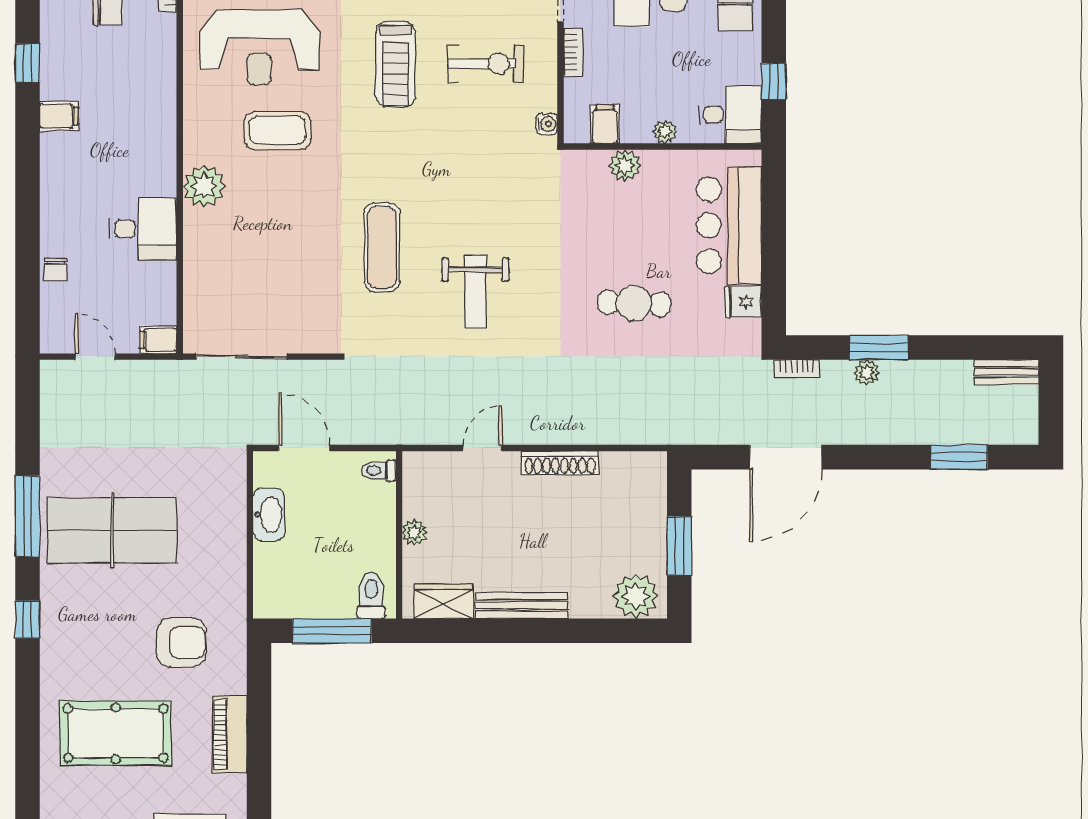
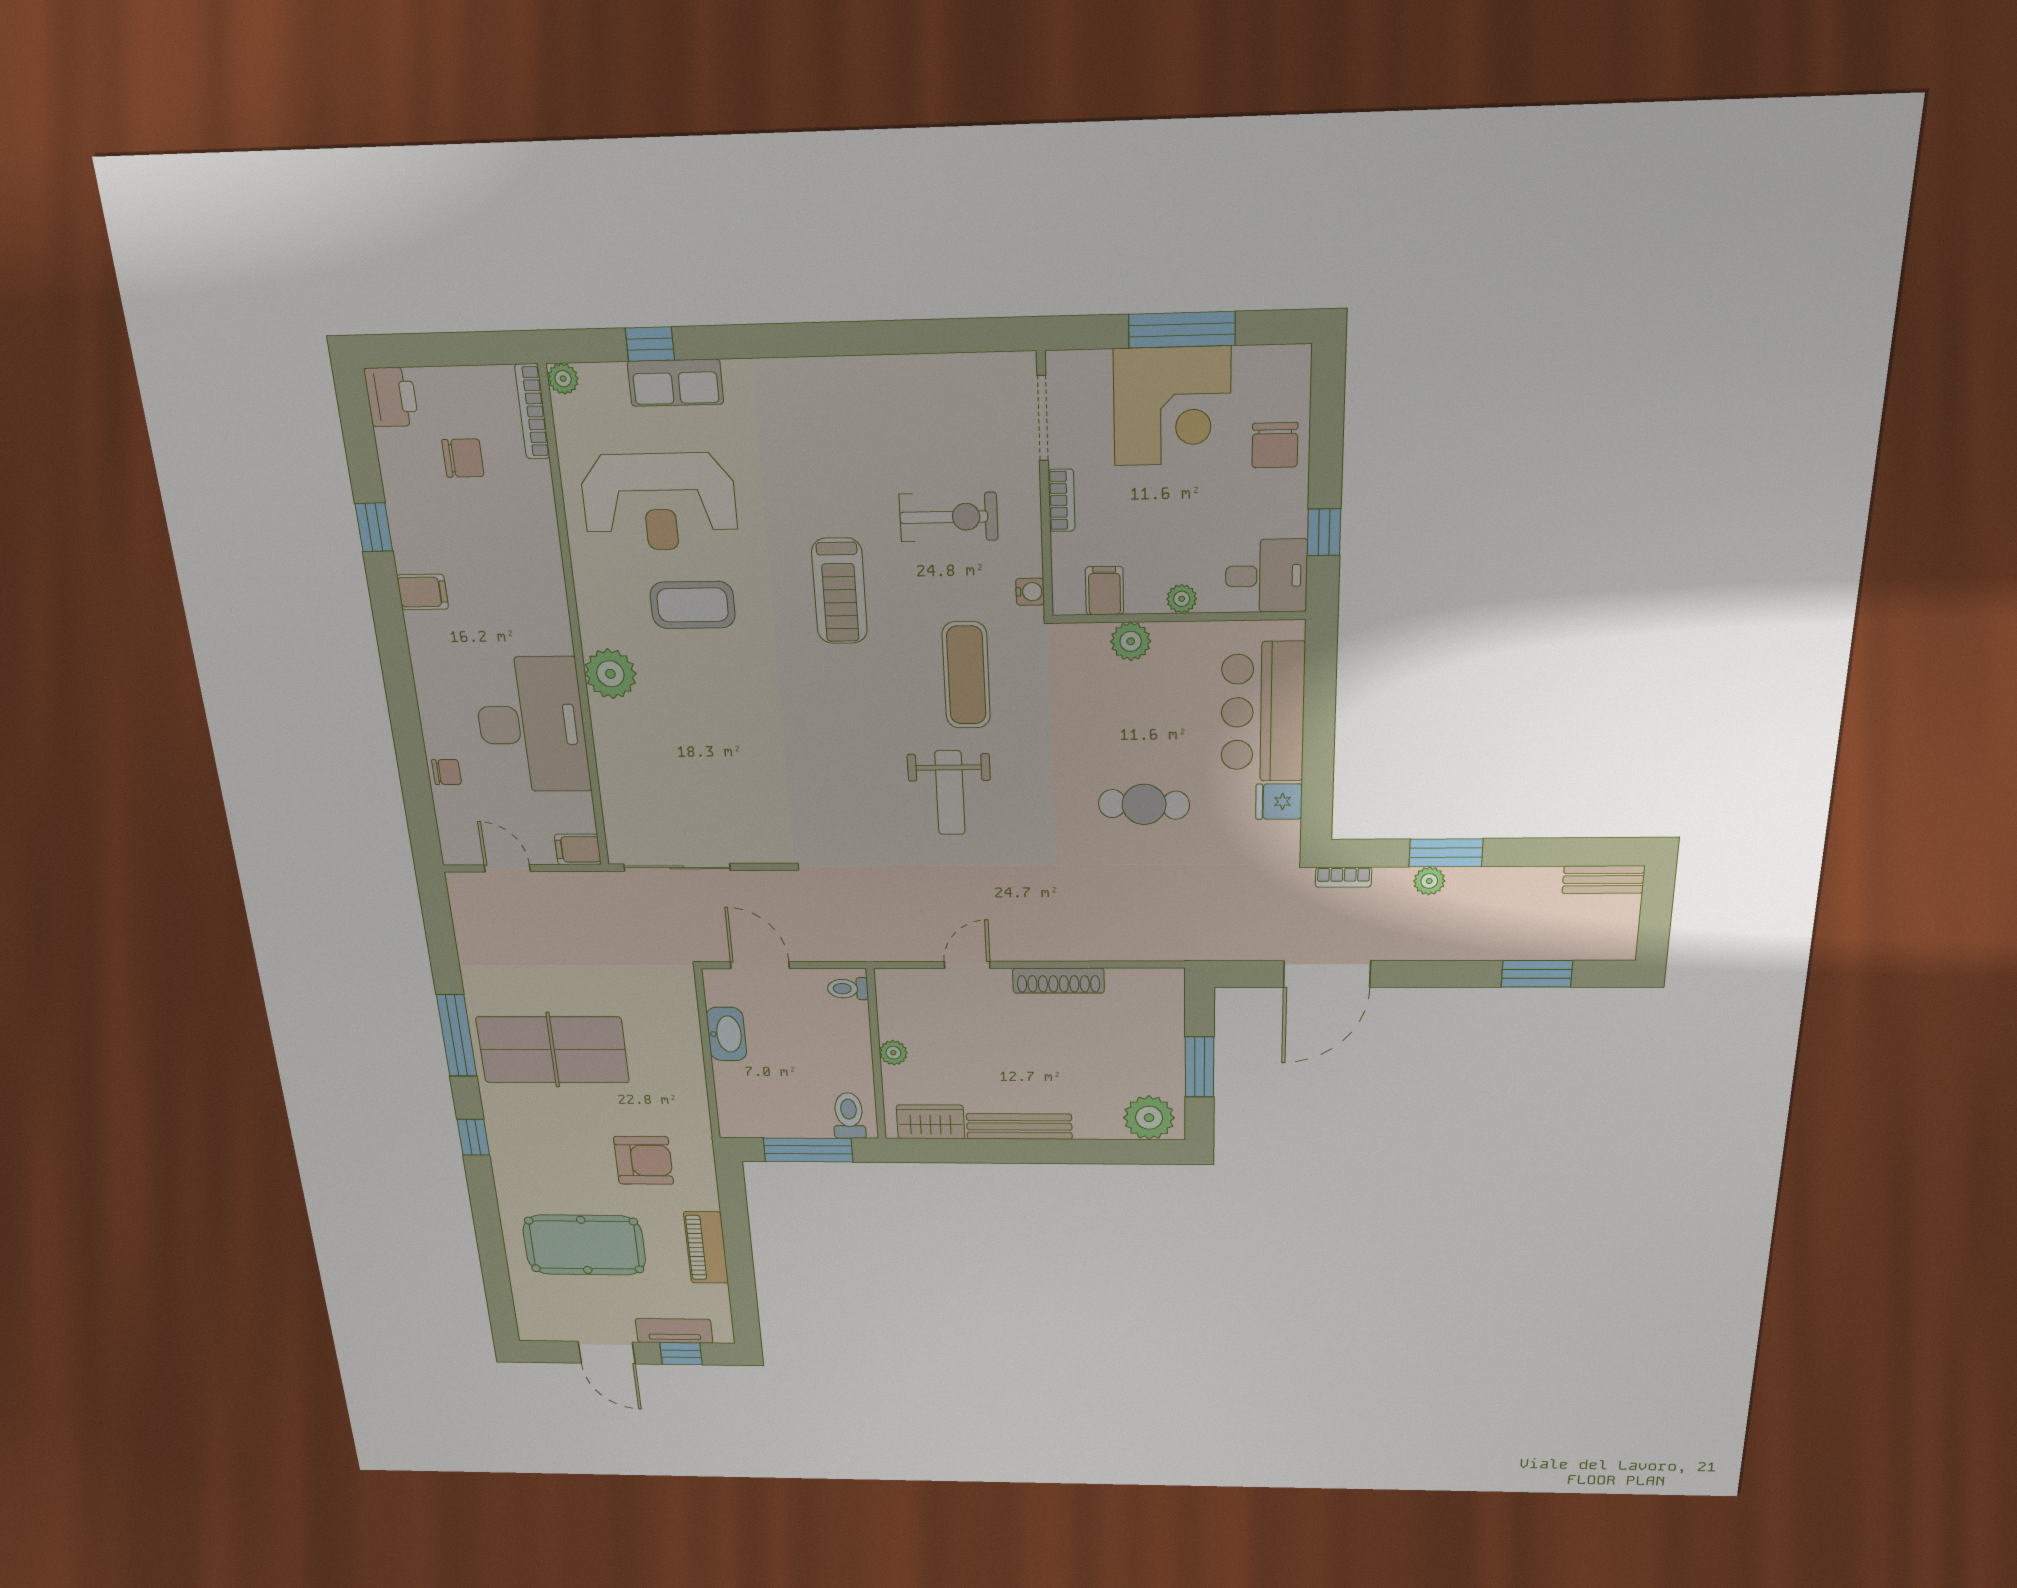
treadmill: (395, 64) -> (840, 591), moved
desk: (143, 229) -> (532, 725), width x1.87, depth x1.30
exercise mat: (382, 247) -> (966, 675), moved
chair: (56, 269) -> (447, 772), turned -90

